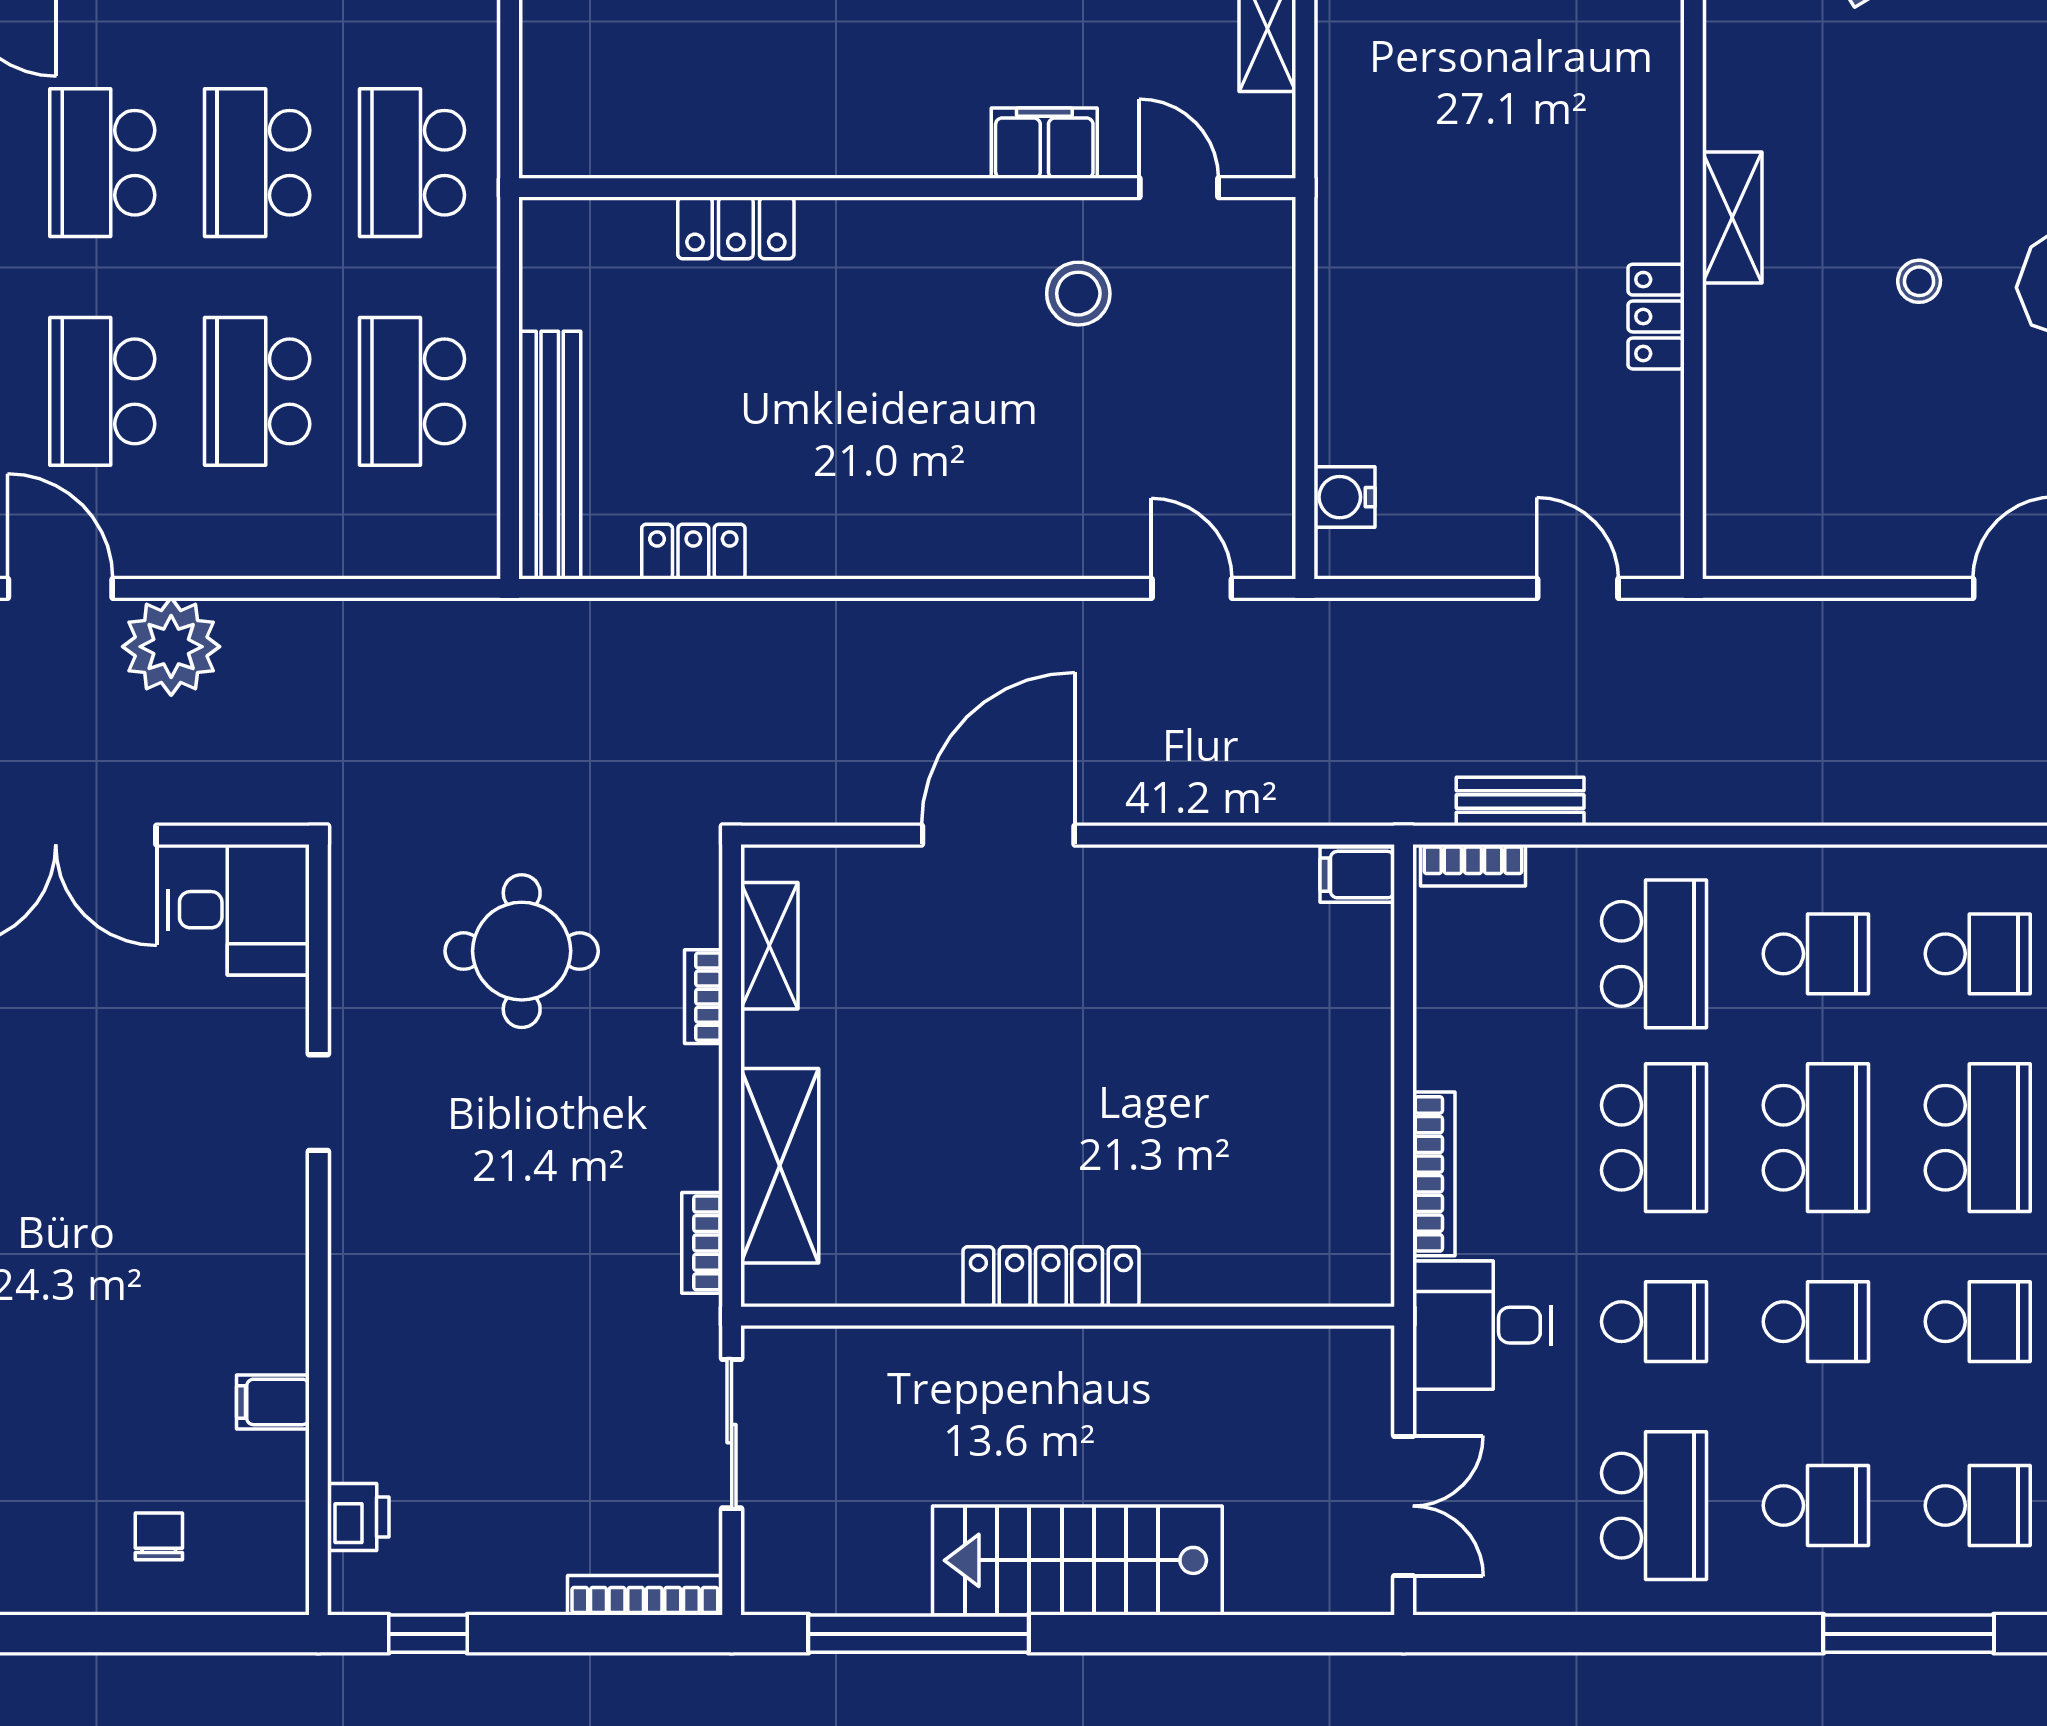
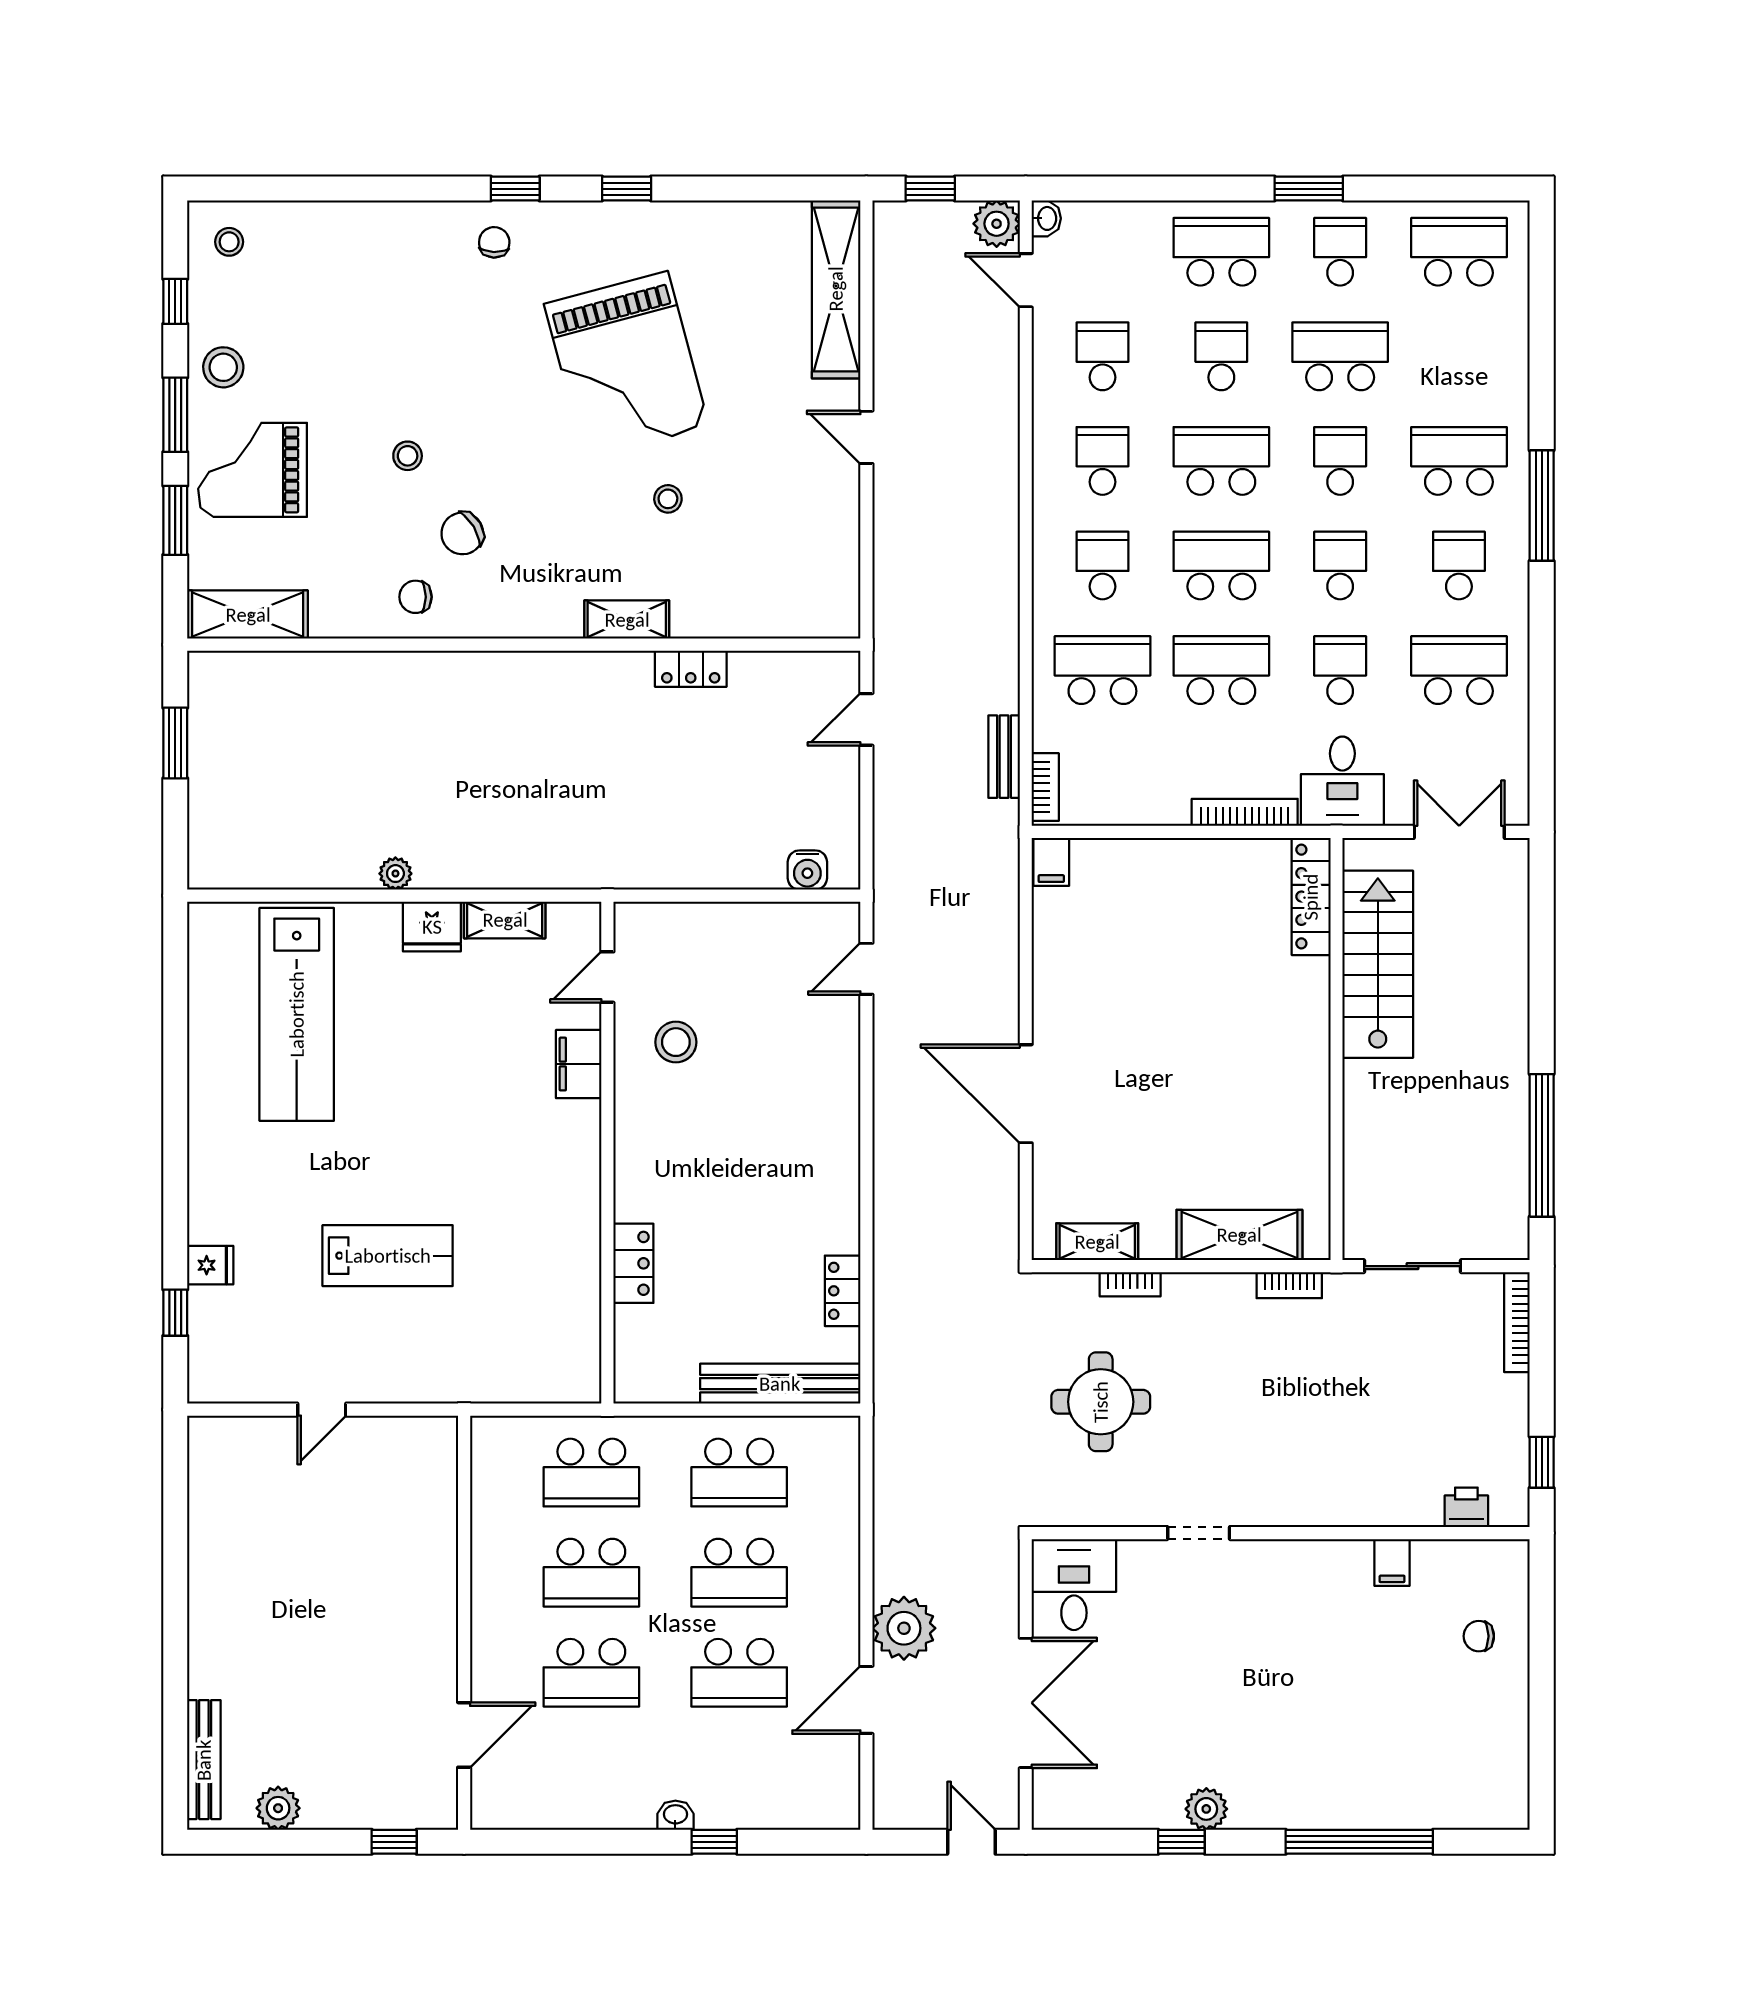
locker: (1051, 1277) -> (1311, 897), moved
school desk: (1978, 1506) -> (1459, 461), width x1.85
stairs: (1077, 1560) -> (1378, 964), moved, turned 180

